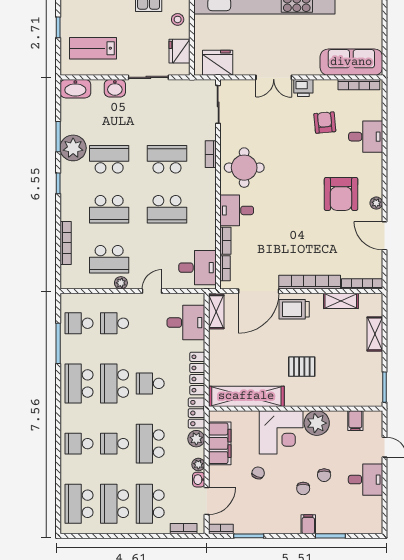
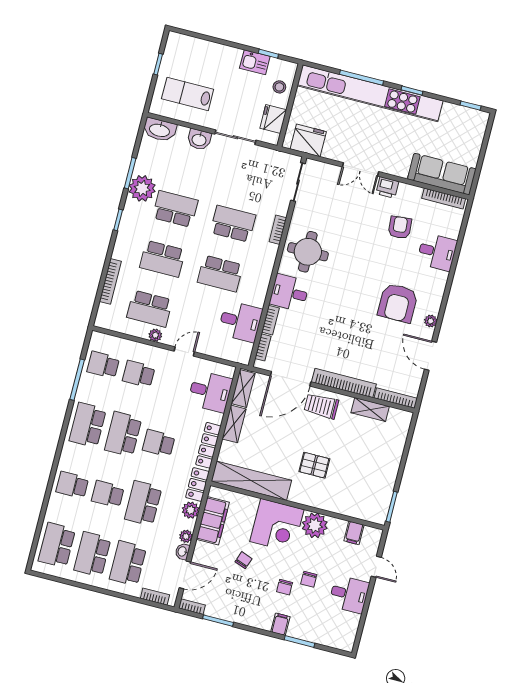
desk: (197, 268) -> (240, 321), moved
shelving: (375, 334) -> (234, 424), moved

